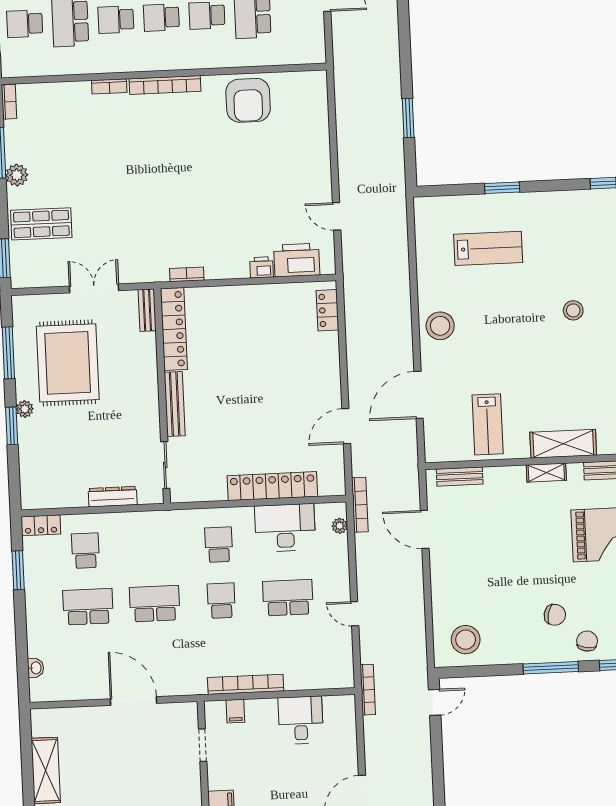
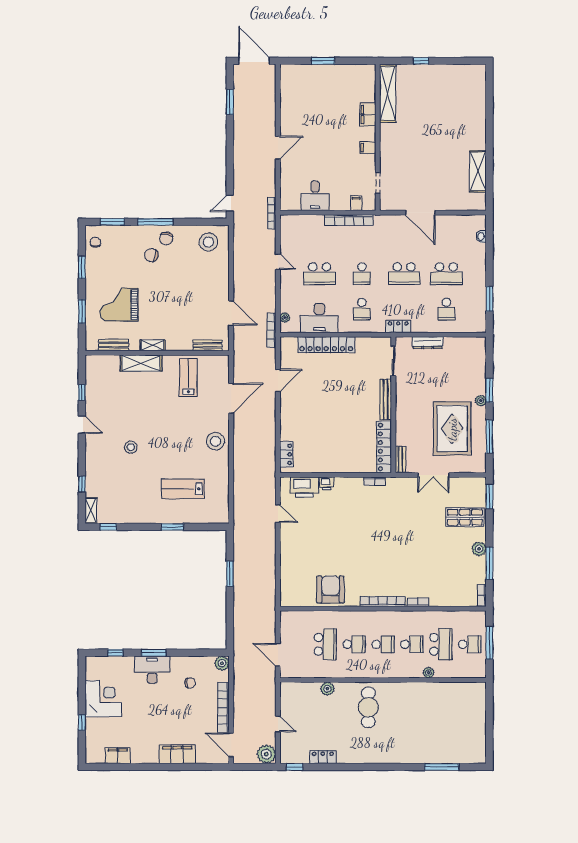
locker: (41, 525) -> (398, 327), moved
chair: (587, 641) -> (166, 238), moved

